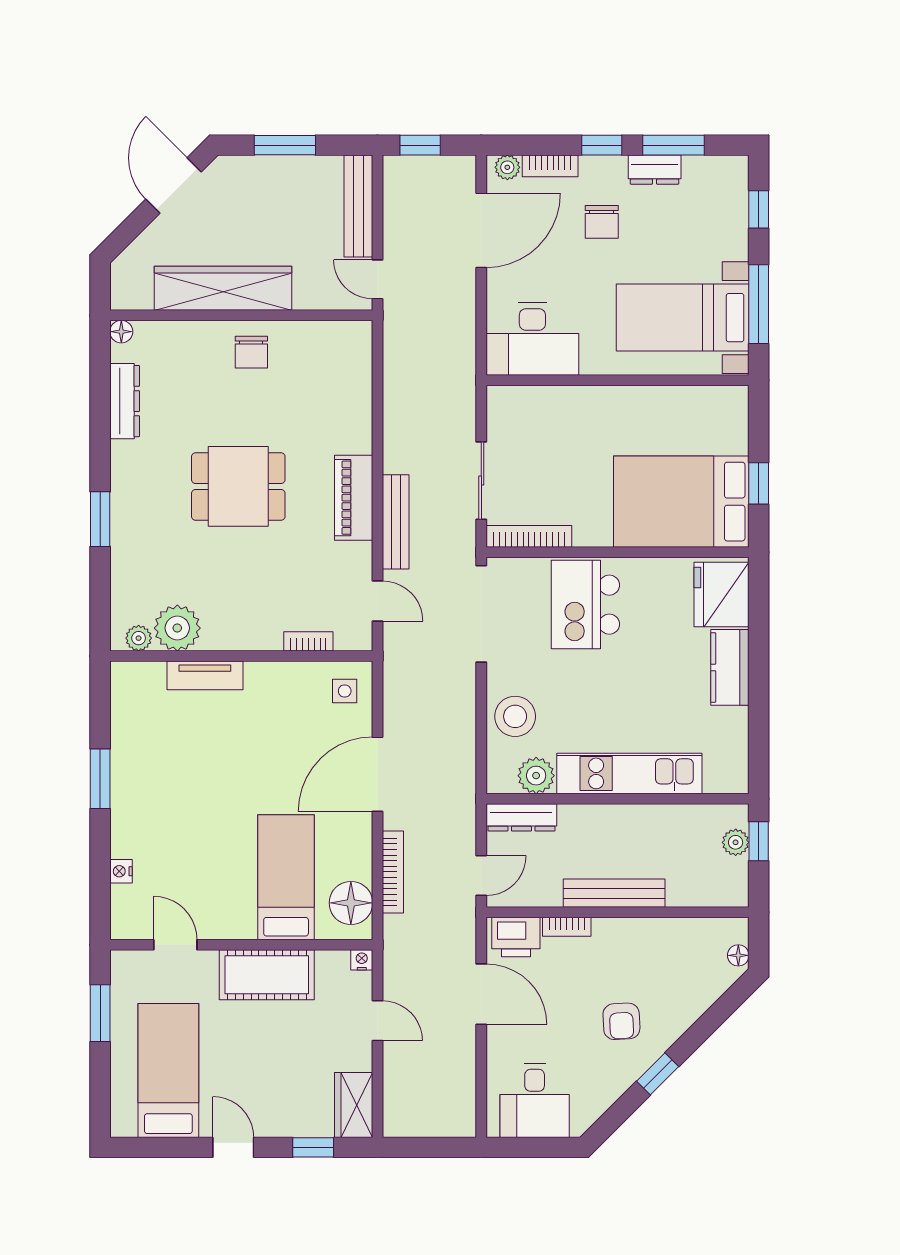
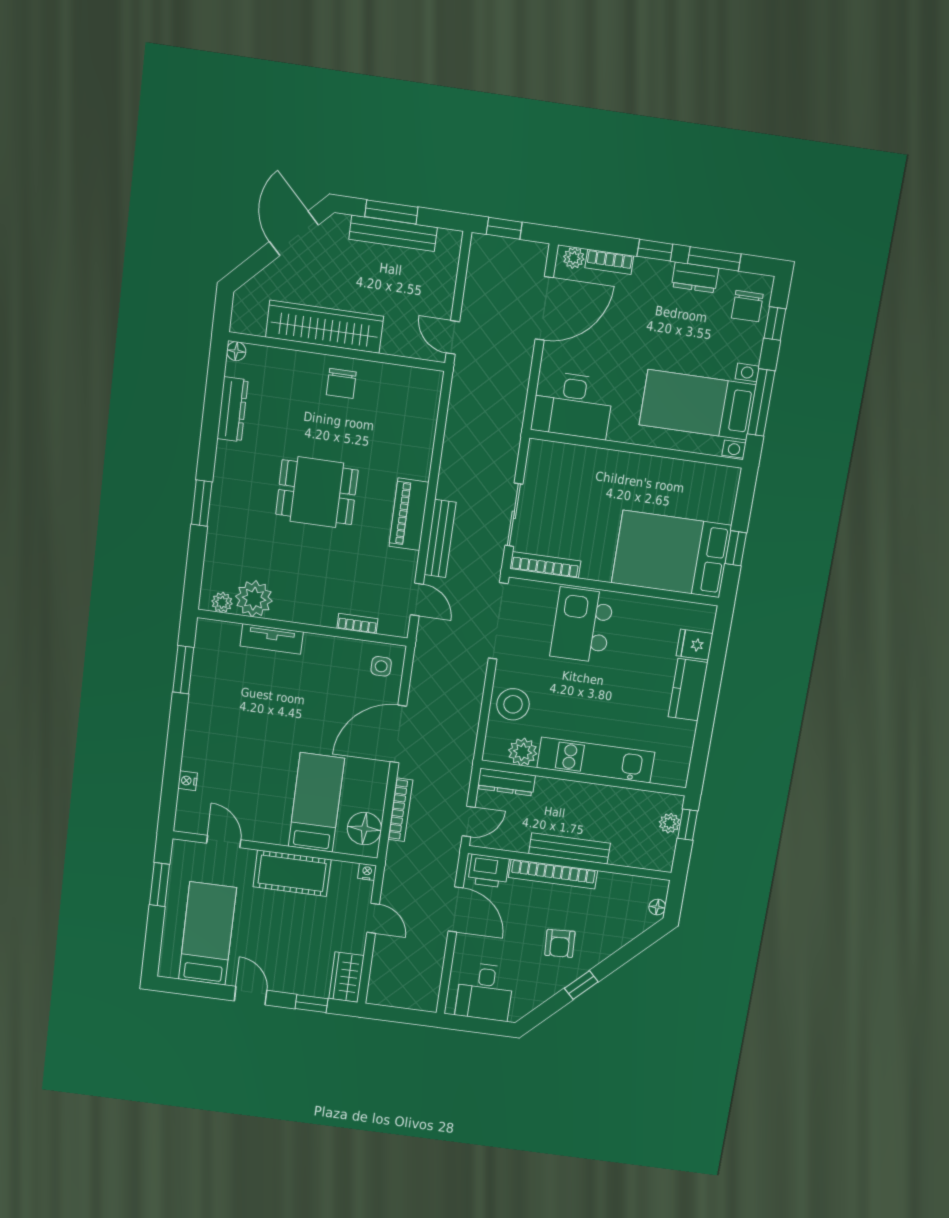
bench: (358, 206) -> (393, 233), moved, turned 90
chair: (602, 222) -> (747, 306), moved
fridge: (721, 594) -> (695, 645), width x0.53, depth x0.75
window: (100, 779) -> (183, 670), moved
bookcase: (567, 927) -> (553, 874), width x2.31, depth x1.31

